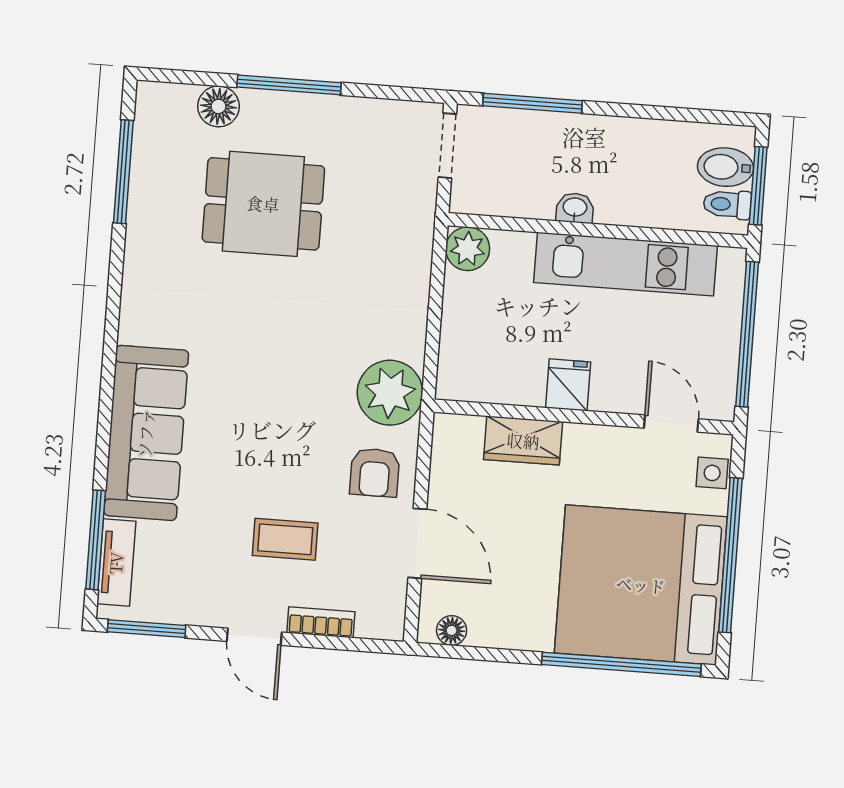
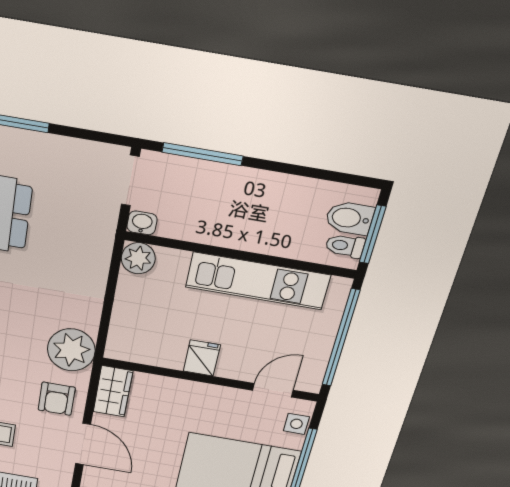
washbasin: (575, 208) -> (142, 223), moved
door: (671, 423) -> (273, 390), hinge flipped
wardrobe: (523, 441) -> (113, 391), moved, turned -90

